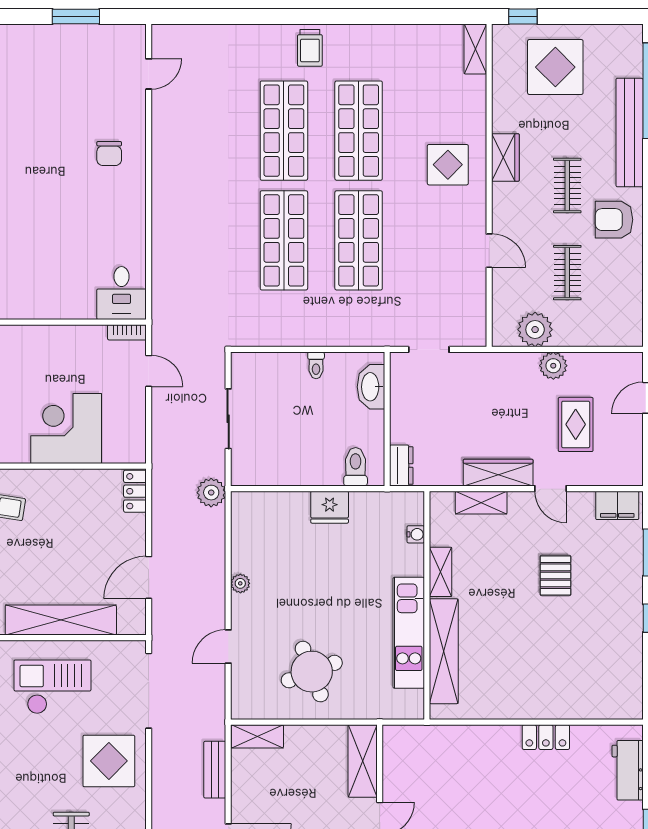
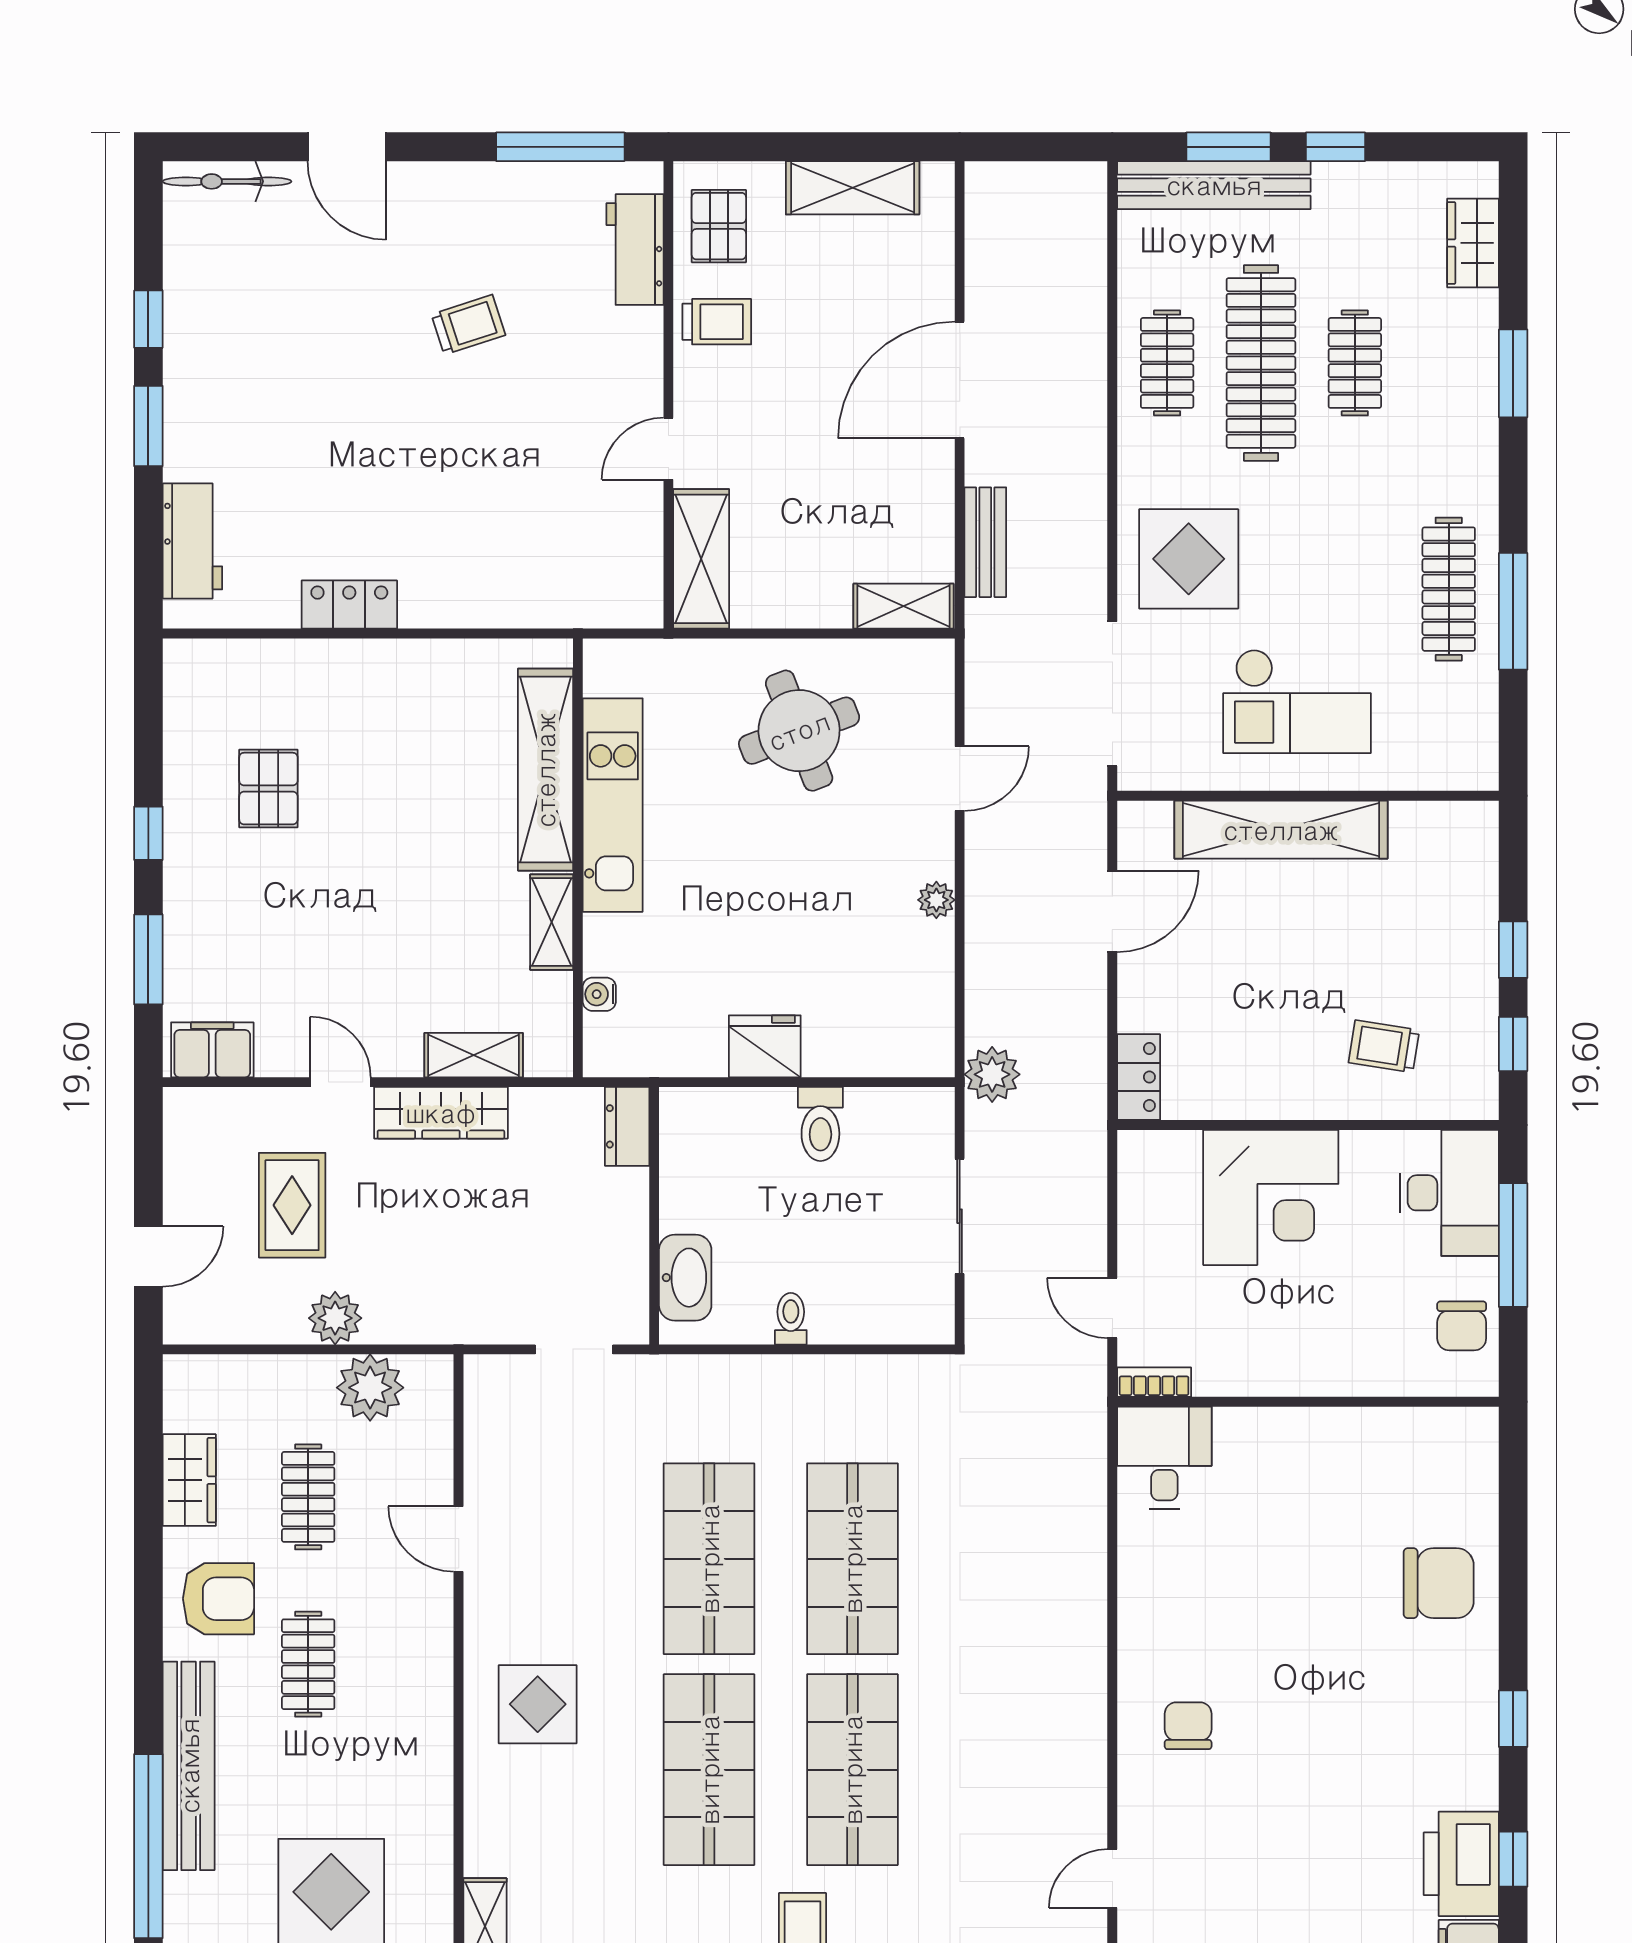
wardrobe: (505, 158) -> (189, 1480), moved, turned 180
toilet: (356, 467) -> (820, 1124), moved
pallet: (555, 575) -> (268, 789), moved

